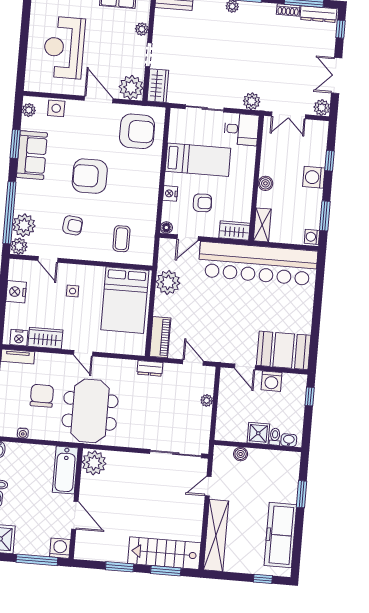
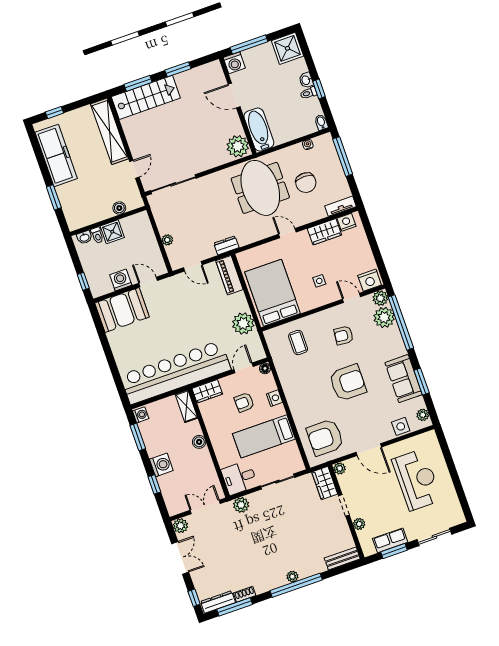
plant: (131, 87) -> (340, 468), width x0.53, depth x0.53
nightstand: (16, 292) -> (370, 280), moved, turned 90

